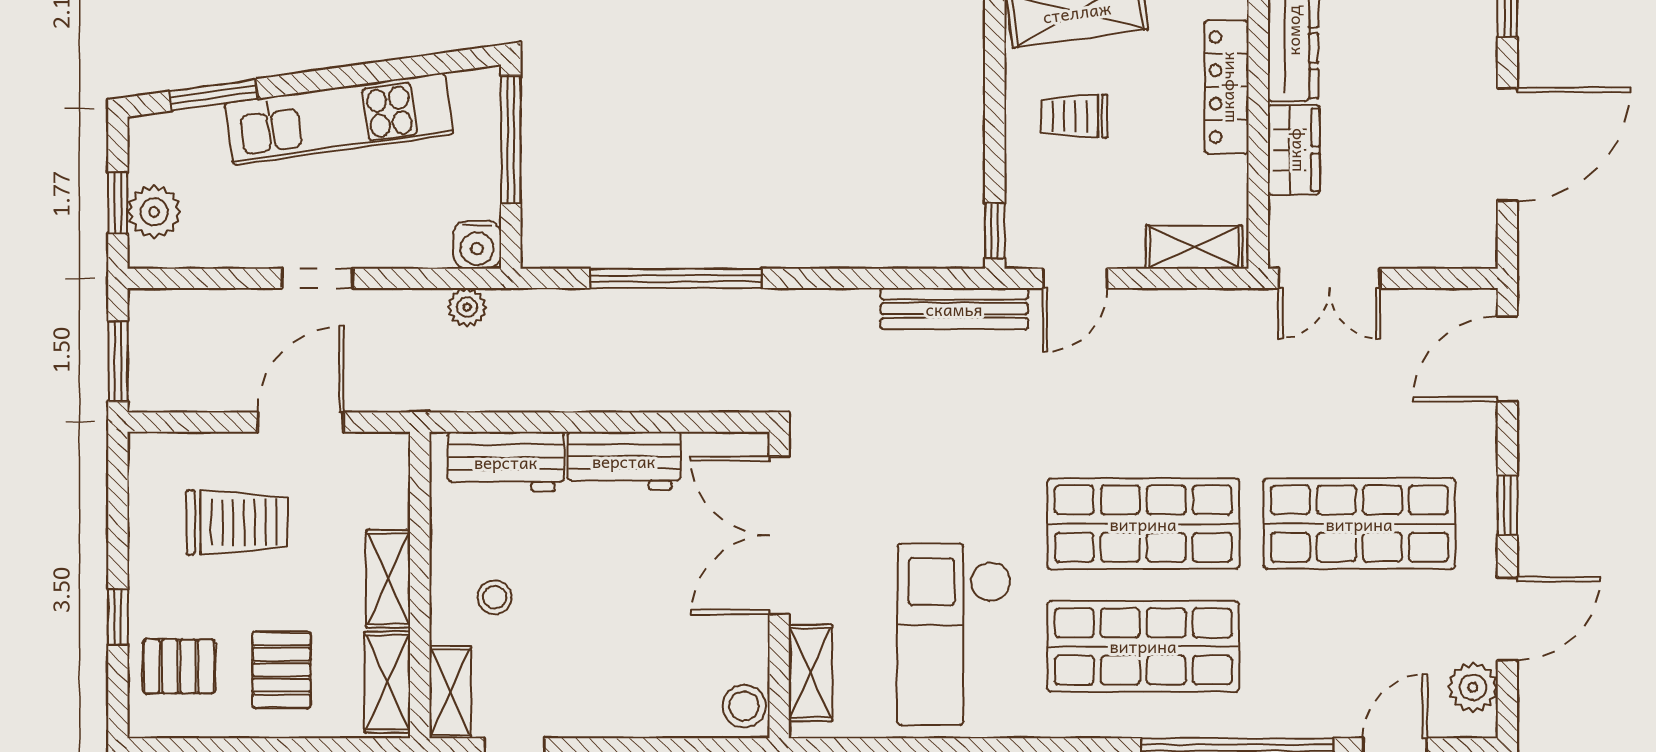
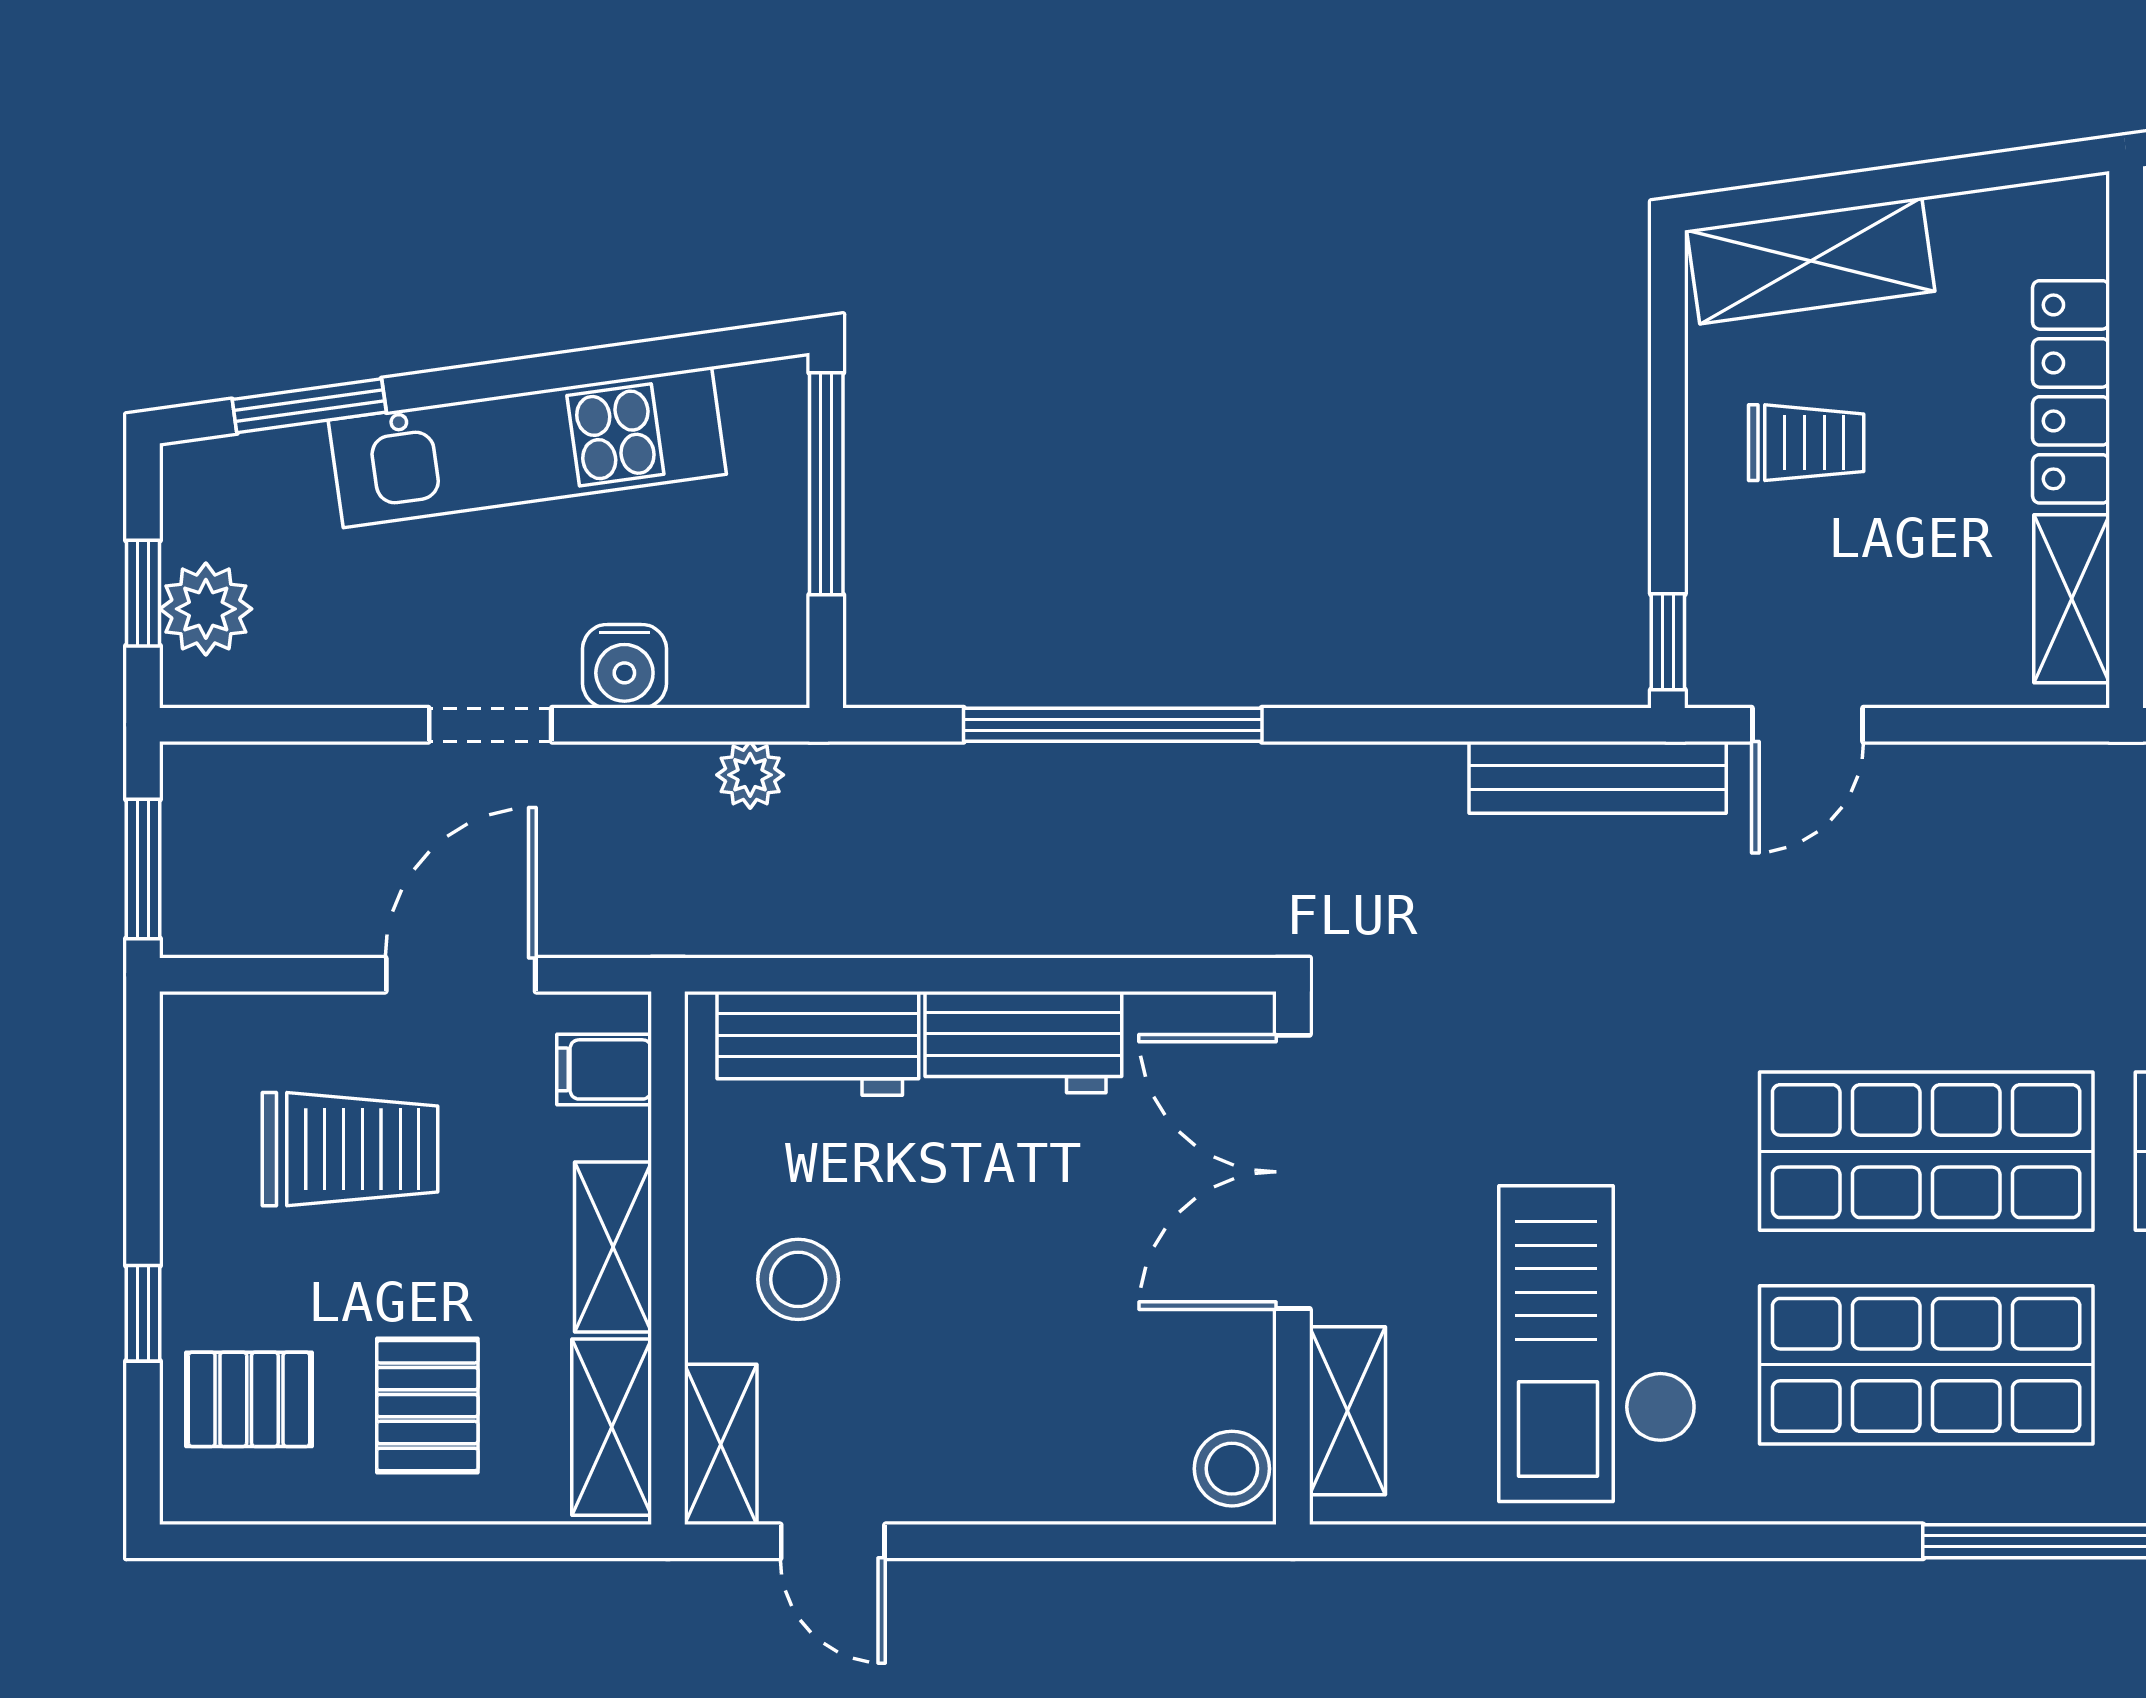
trolley: (1074, 116) -> (1806, 443), turned 180
water cooler: (477, 245) -> (624, 666), moved
shelving: (1194, 247) -> (2072, 599), moved, turned 90
filing cabinet: (383, 477) -> (604, 1069), added
stool: (495, 597) -> (798, 1279), width x1.37, depth x1.37

